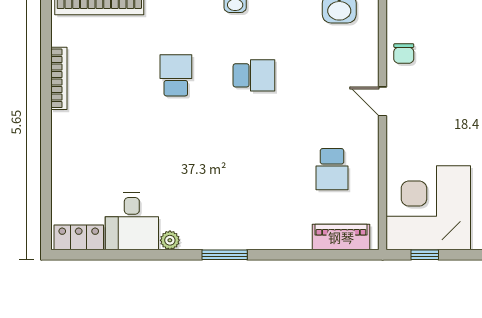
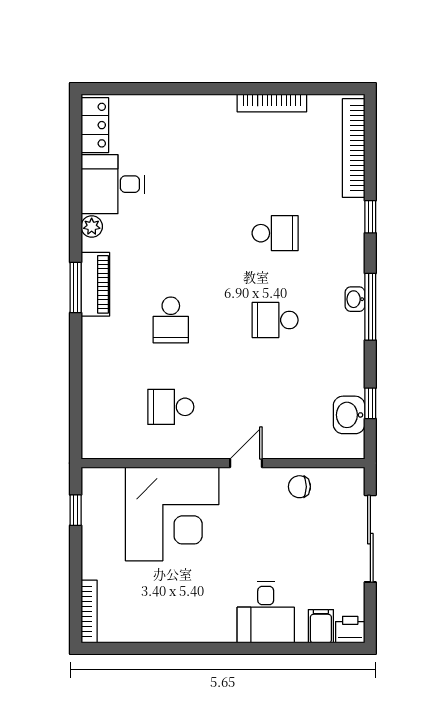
school desk: (254, 75) -> (275, 320), turned 90
school desk: (254, 169) -> (171, 320), added
corner desk: (428, 208) -> (172, 514), moved, turned 90
piano: (341, 237) -> (95, 284), moved

